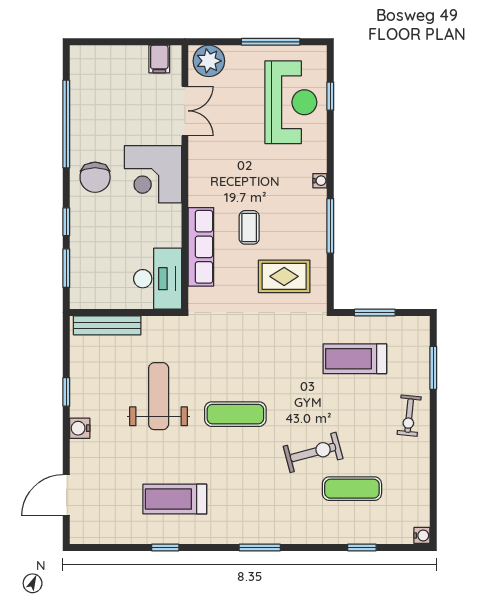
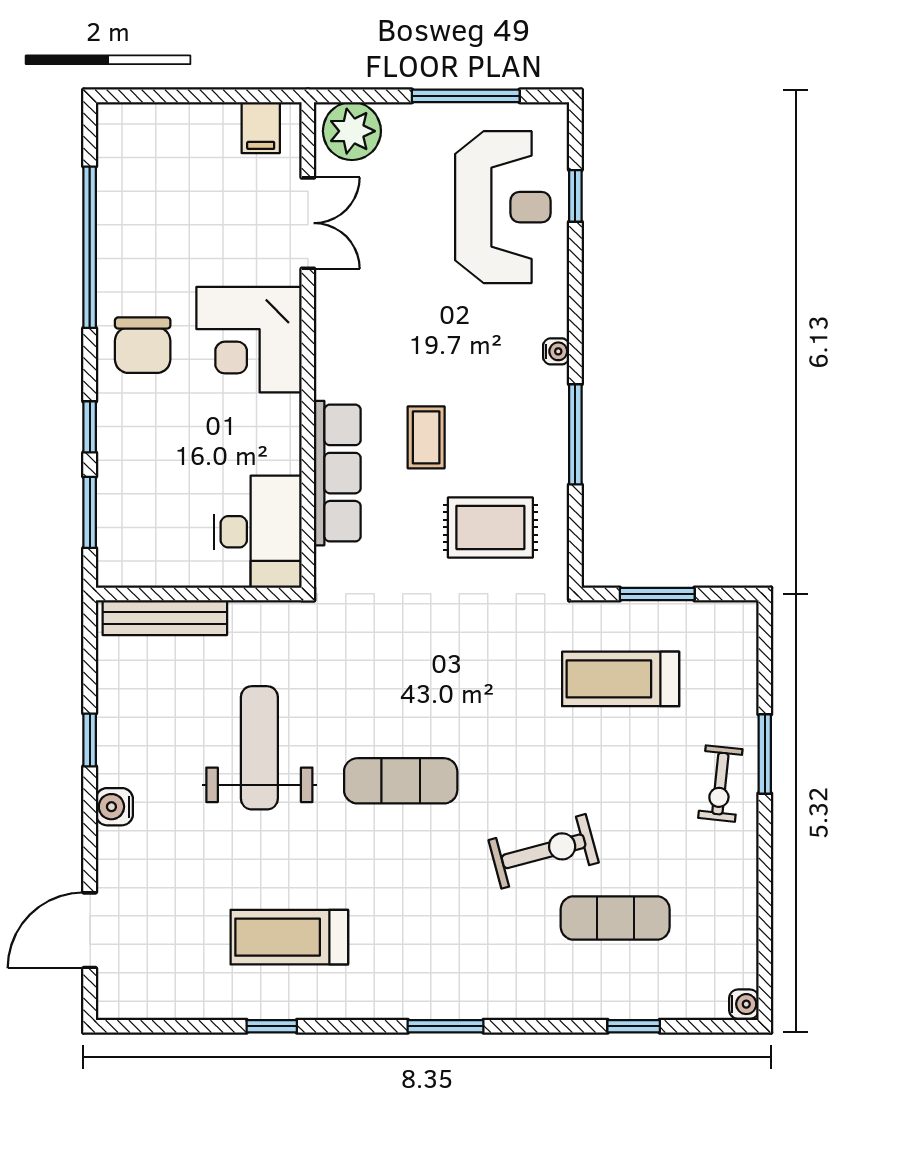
window: (433, 368) -> (765, 754), moved

